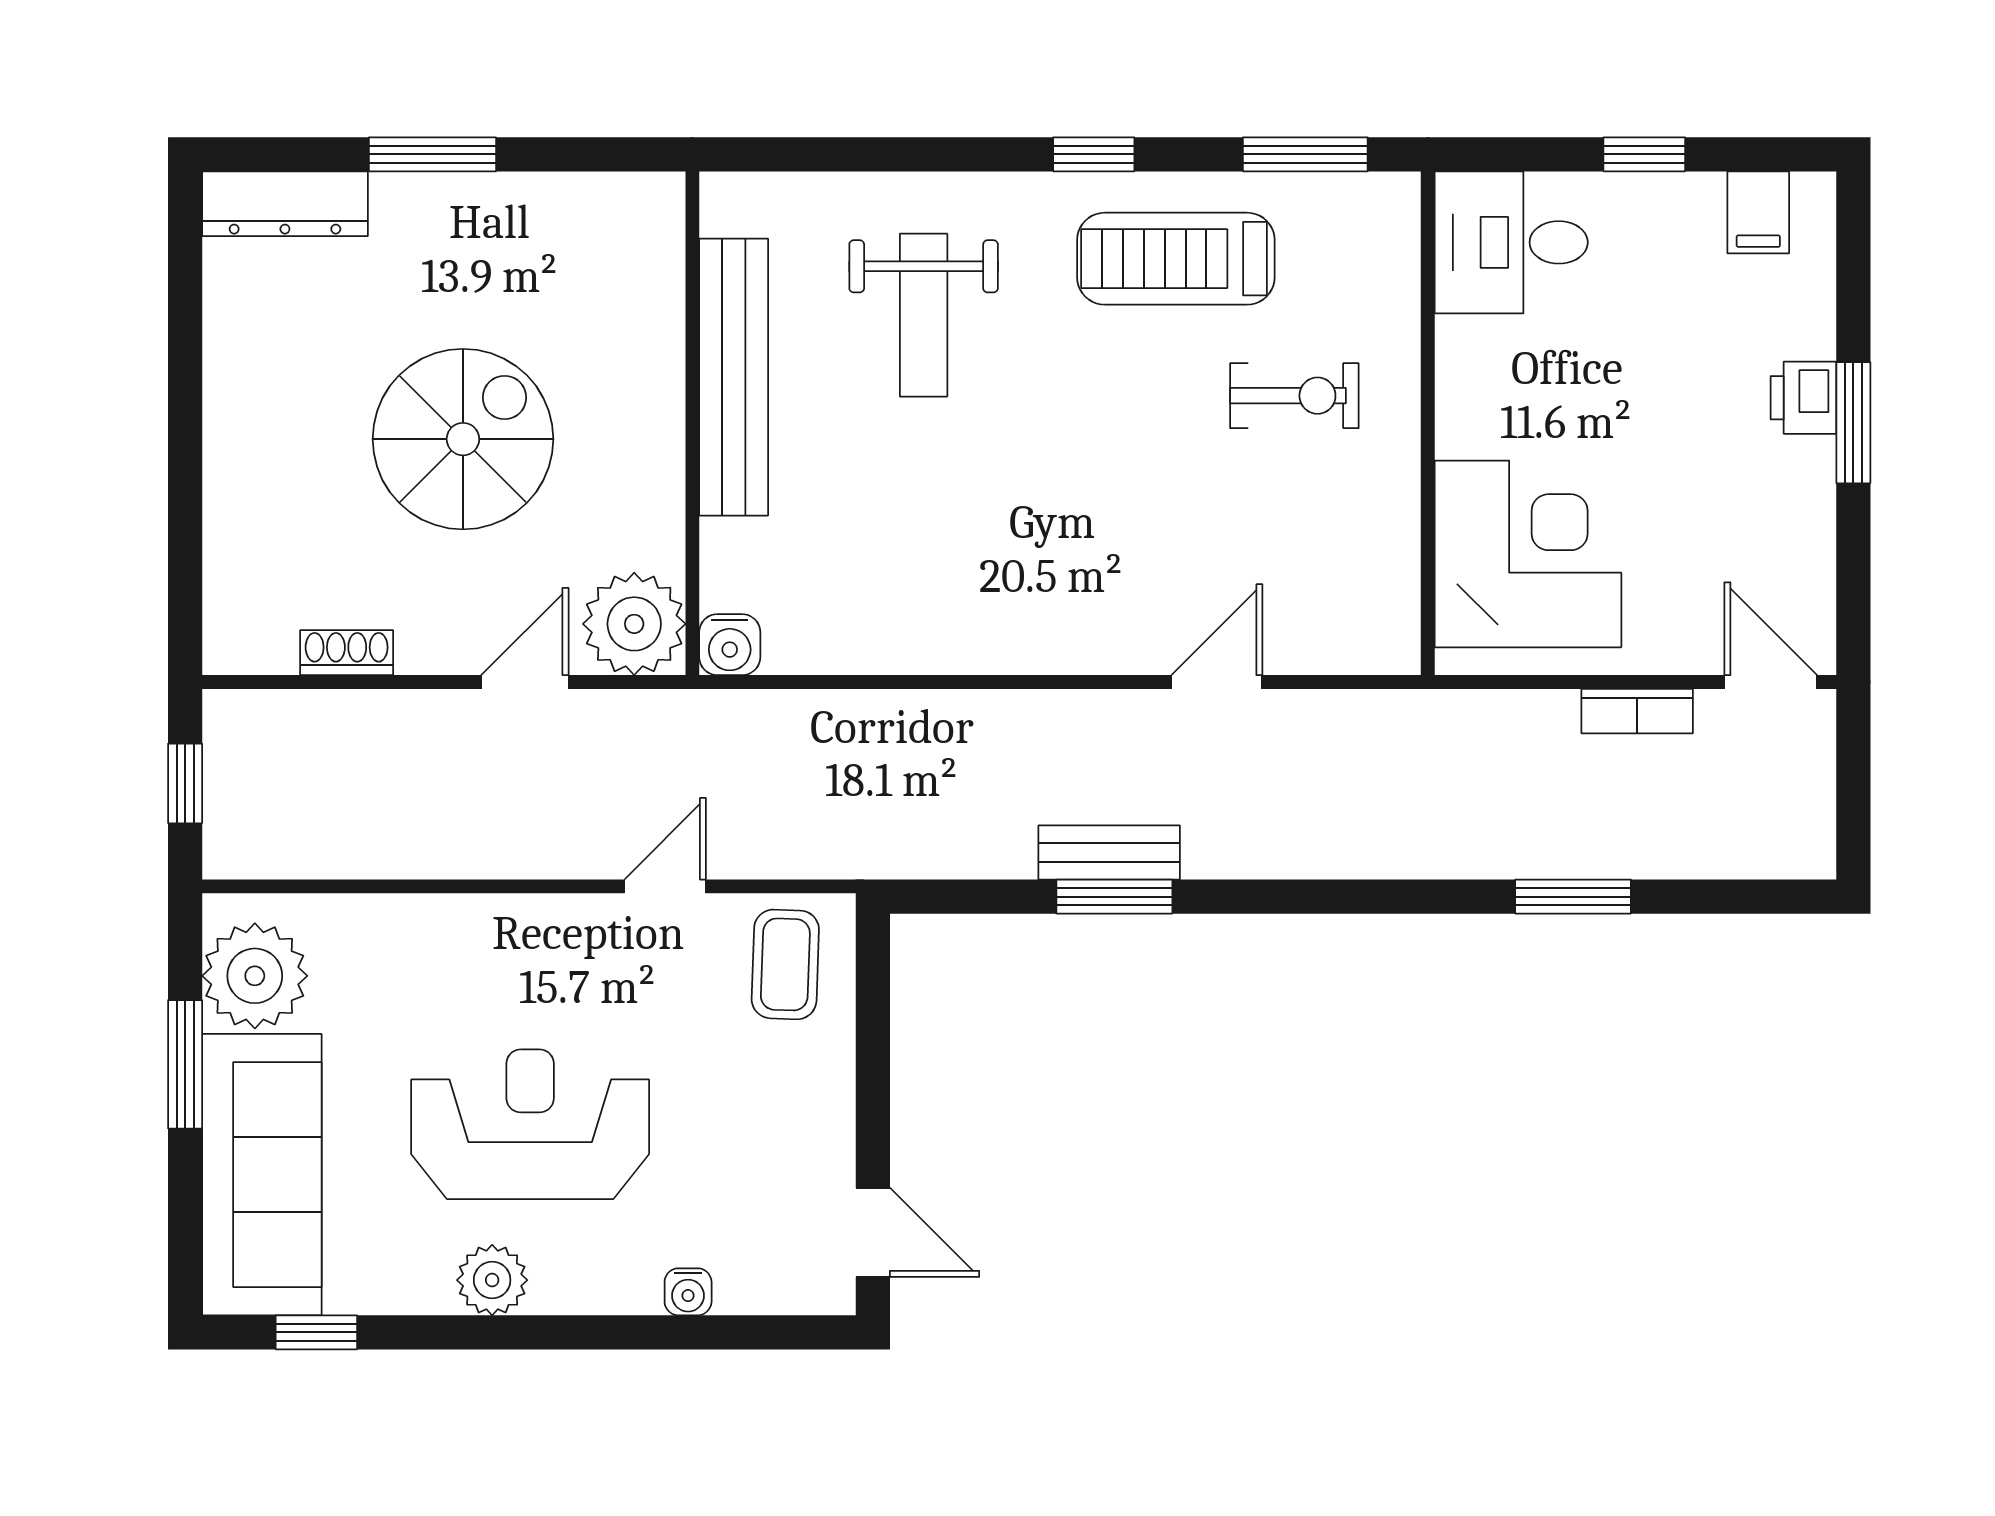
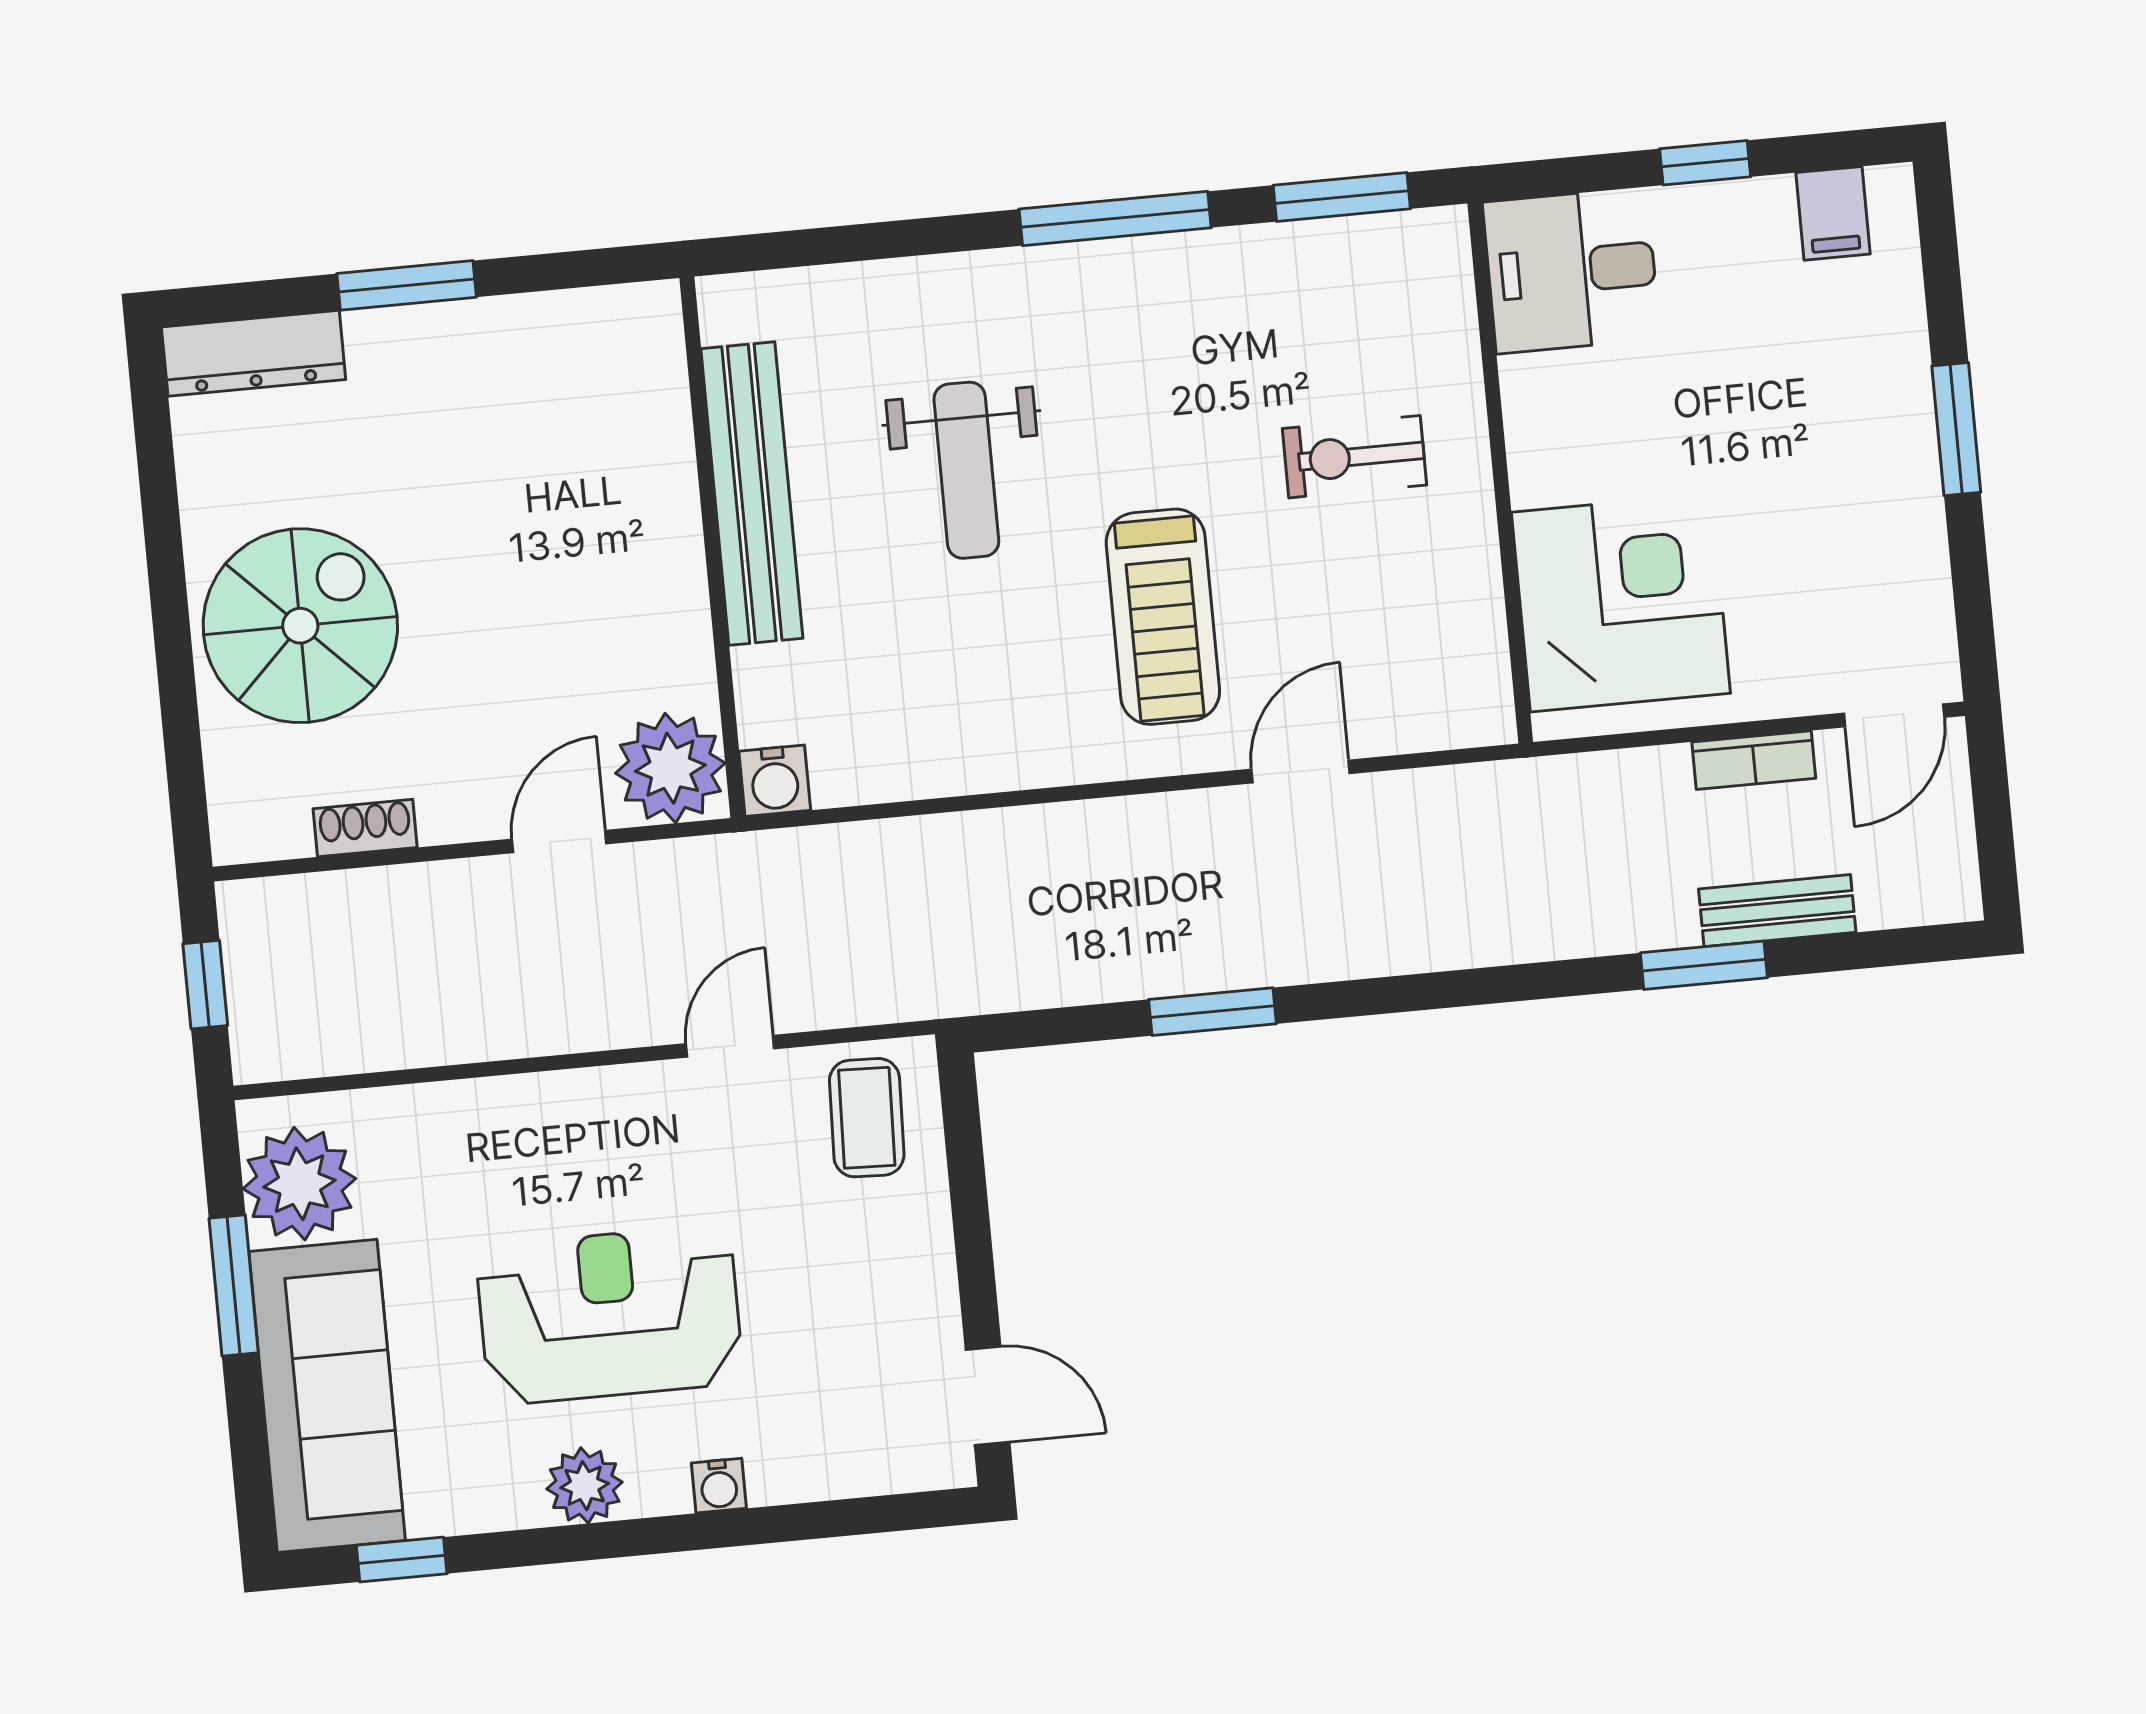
window: (1094, 154) -> (1115, 218), width x2.17
treadmill: (1176, 259) -> (1163, 617), moved, turned -90
weight bench: (924, 315) -> (966, 470), moved
exercise bike: (1294, 396) -> (1355, 457), turned 180
printer: (1803, 398) -> (1900, 407), removed
spiral stairs: (463, 439) -> (300, 626), moved
door: (1771, 682) -> (1894, 715), swing flipped
bench: (1109, 852) -> (1777, 911), moved
water cooler: (688, 1292) -> (719, 1486), moved

